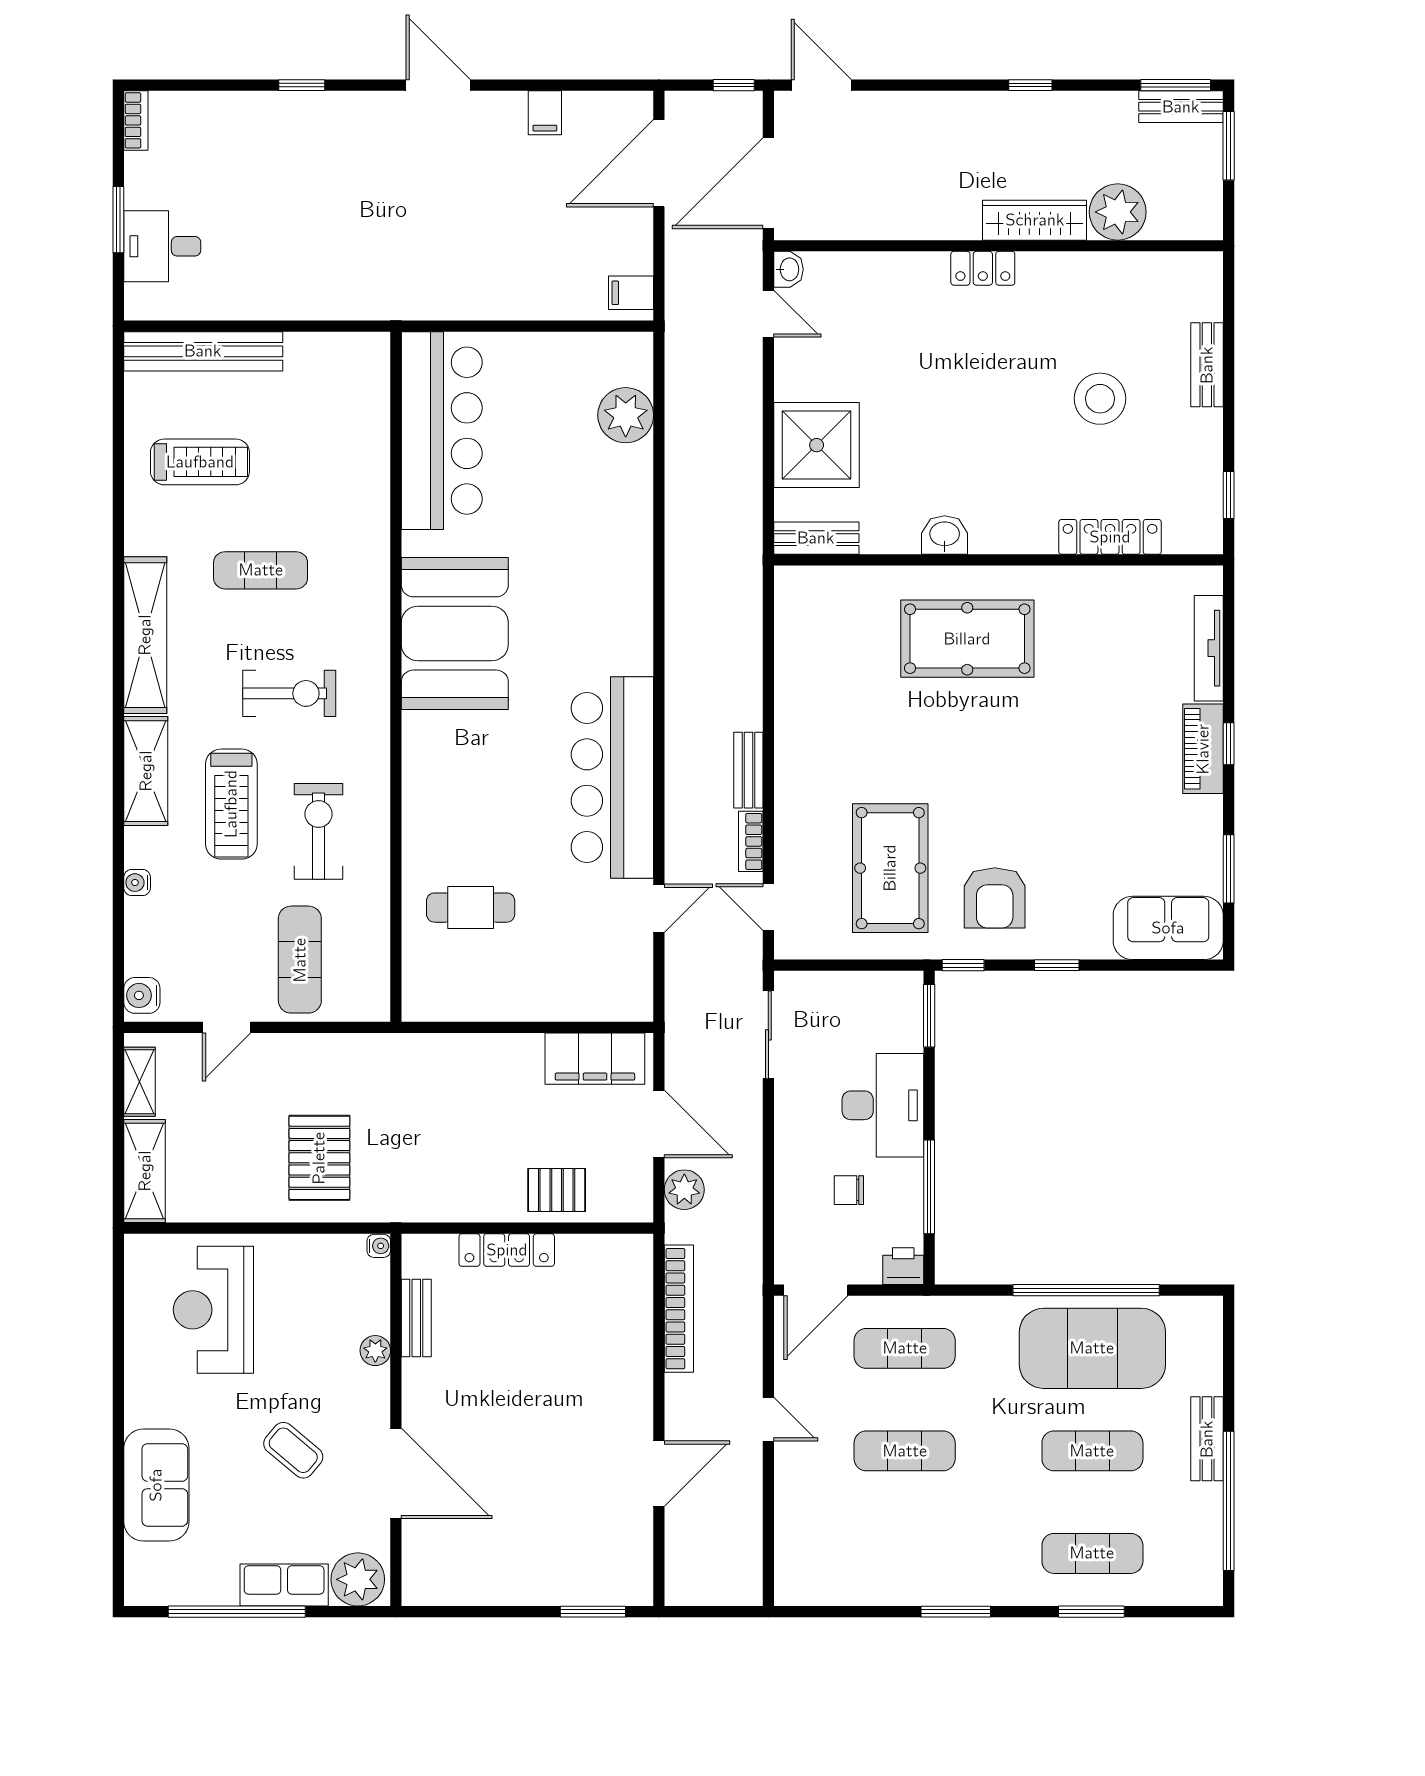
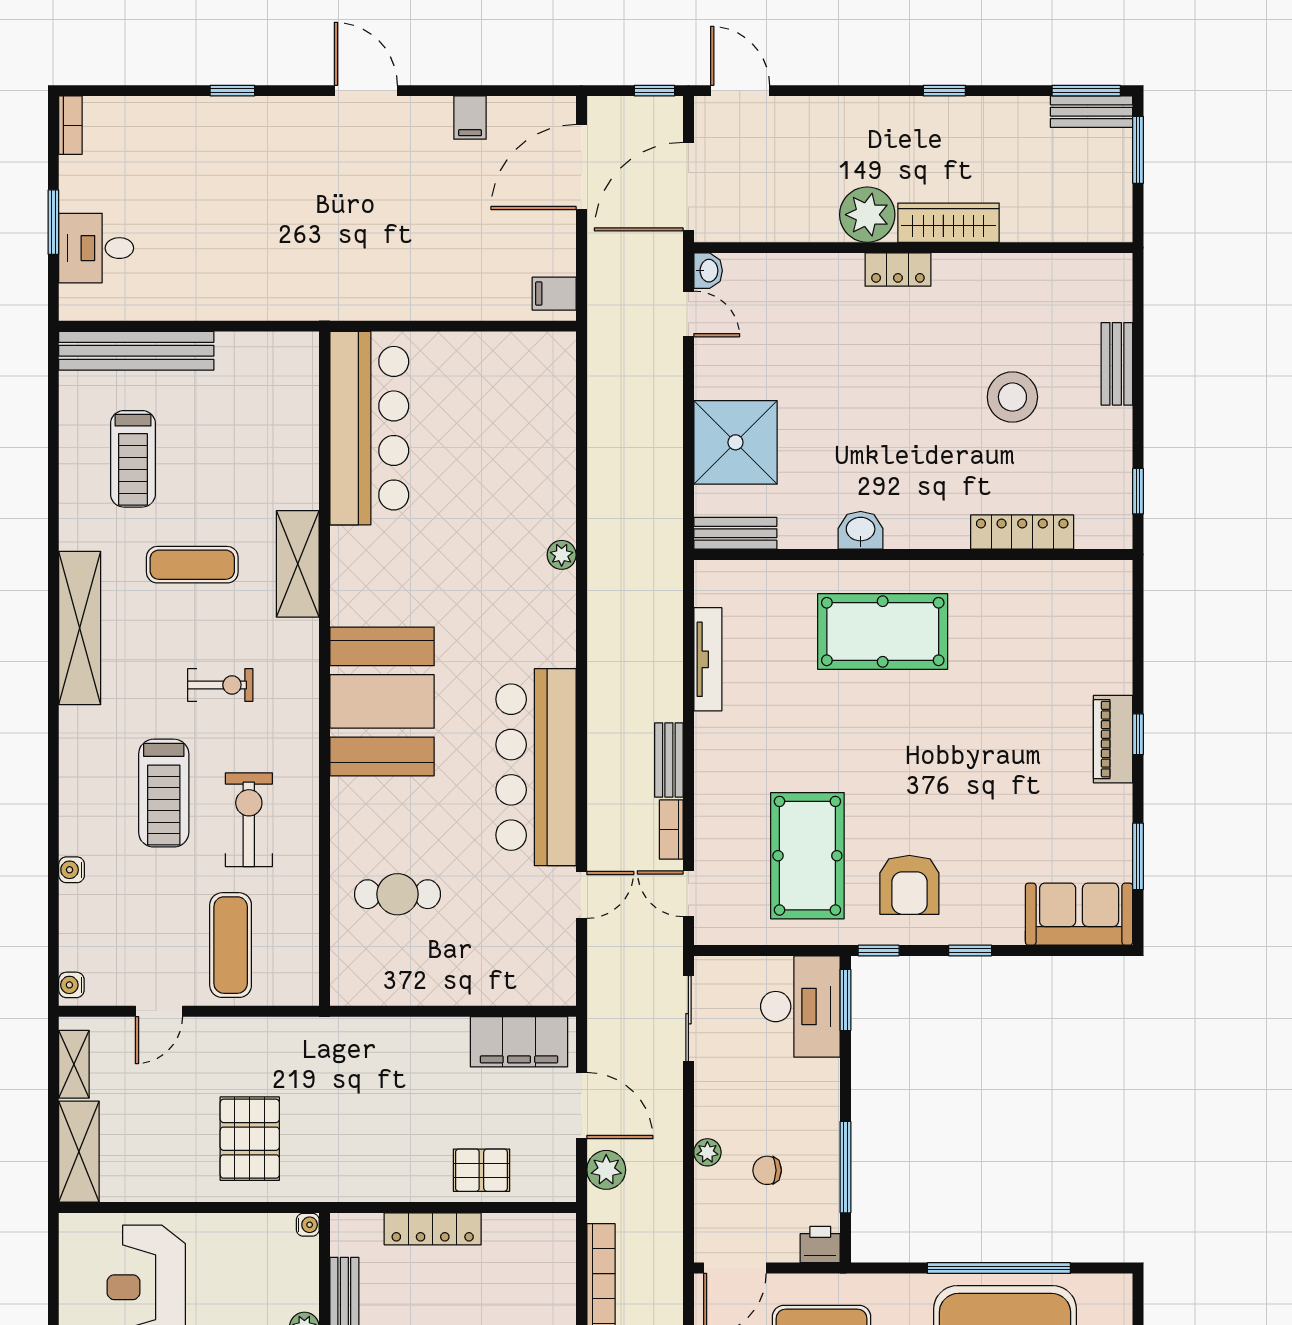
plant: (1118, 212) -> (867, 215), moved
plant: (626, 415) -> (562, 555), moved, width x0.53, depth x0.53
treadmill: (200, 462) -> (133, 459), turned 90
booth: (455, 633) -> (382, 701), moved
tv unit: (1209, 648) -> (708, 659), moved, turned 180
exercise bike: (289, 693) -> (220, 685), width x0.73, depth x0.72
shelving: (146, 771) -> (298, 564), moved
water cooler: (142, 995) -> (71, 985), width x0.72, depth x0.72
desk: (883, 1105) -> (800, 1007), moved
plant: (788, 1172) -> (707, 1152), added

